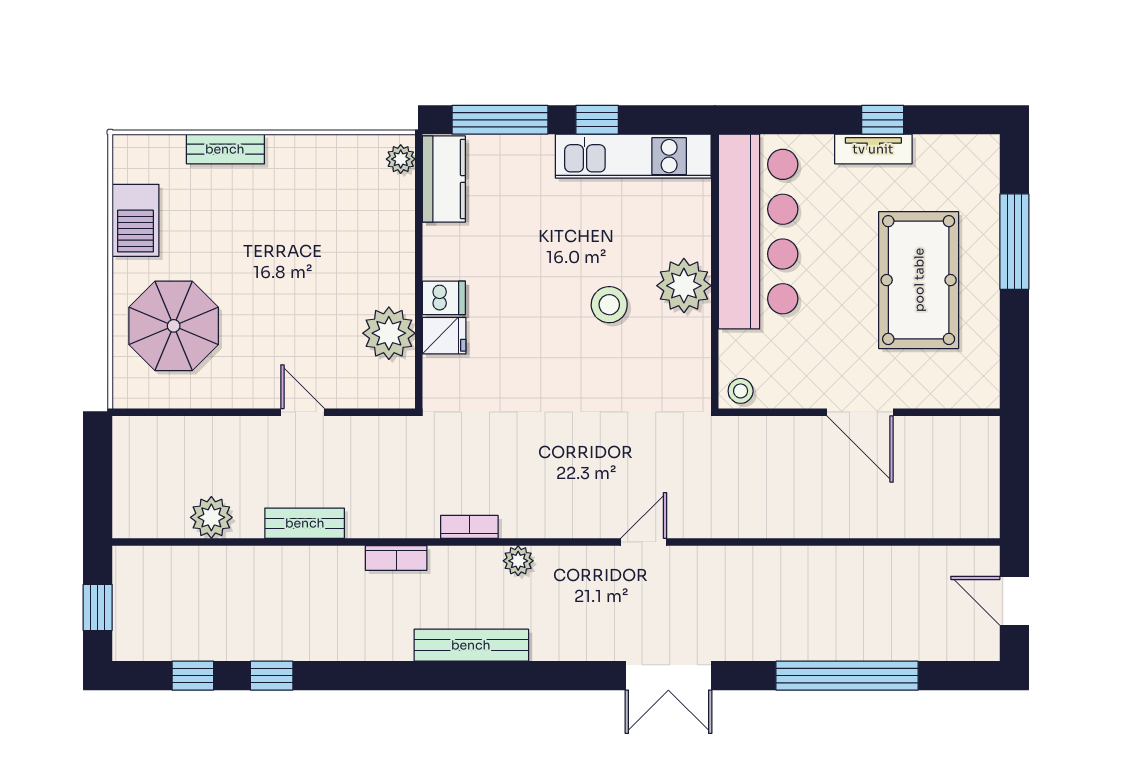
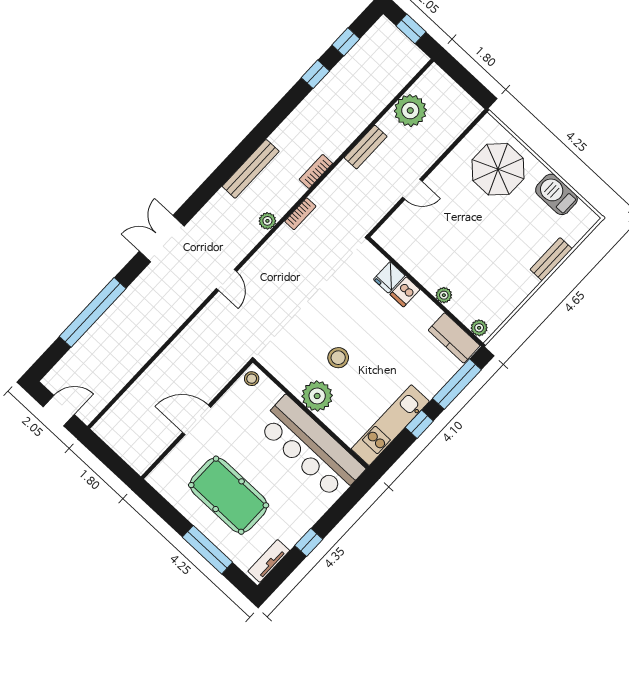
tv unit: (873, 149) -> (269, 561), moved
plant: (389, 333) -> (444, 295), moved, width x0.53, depth x0.53
plant: (211, 517) -> (410, 111), width x1.36, depth x1.36

